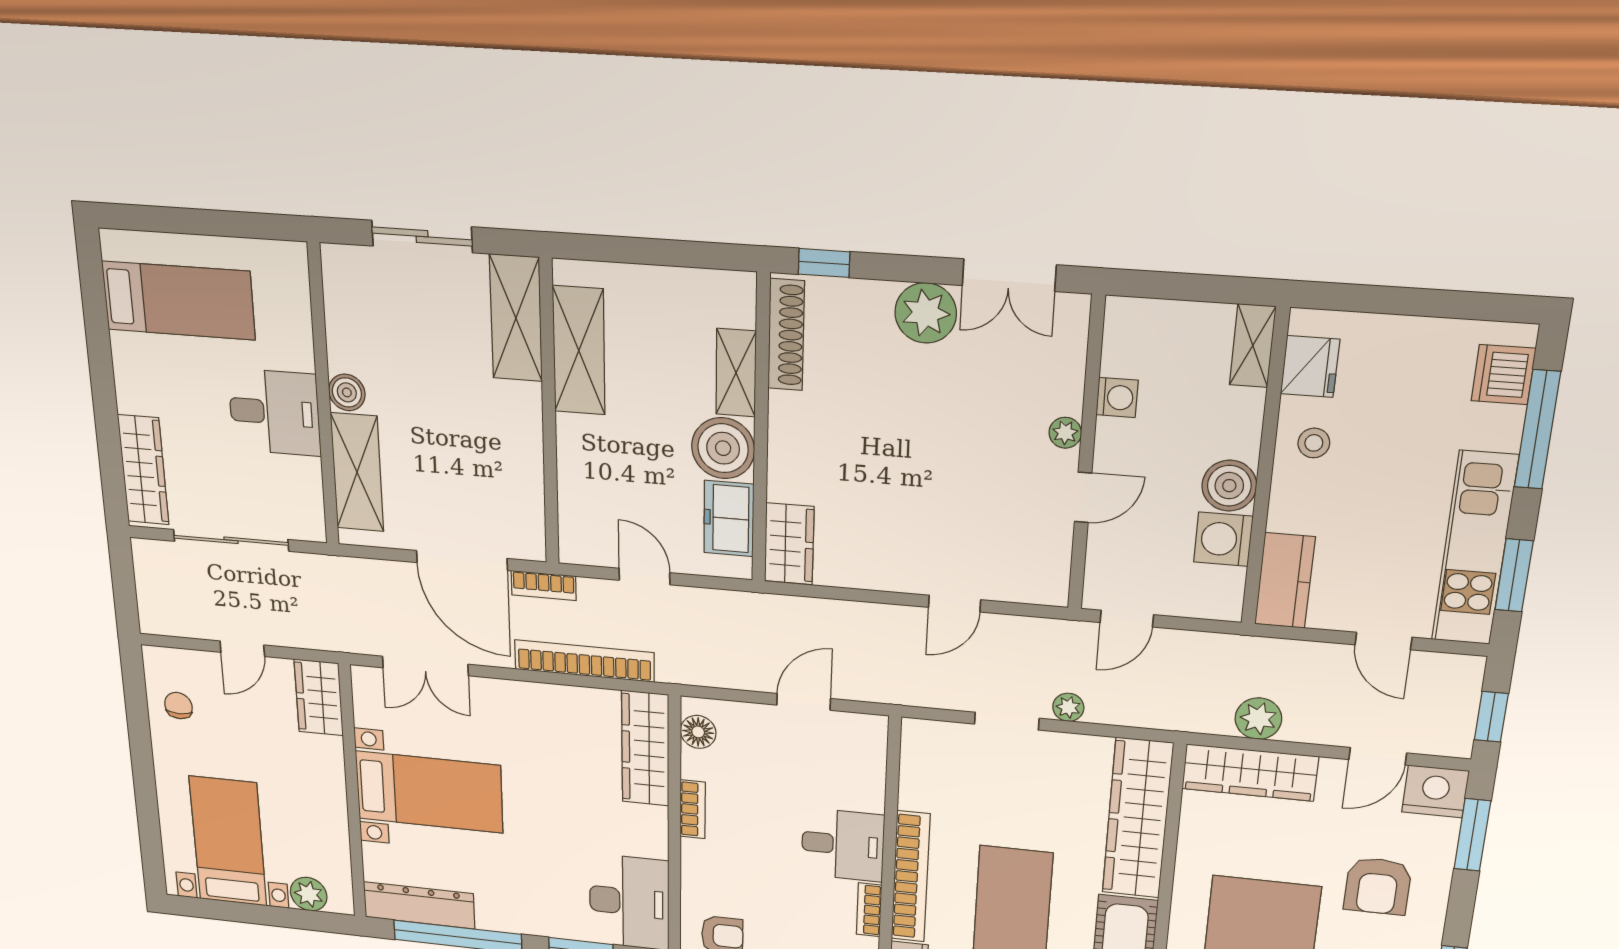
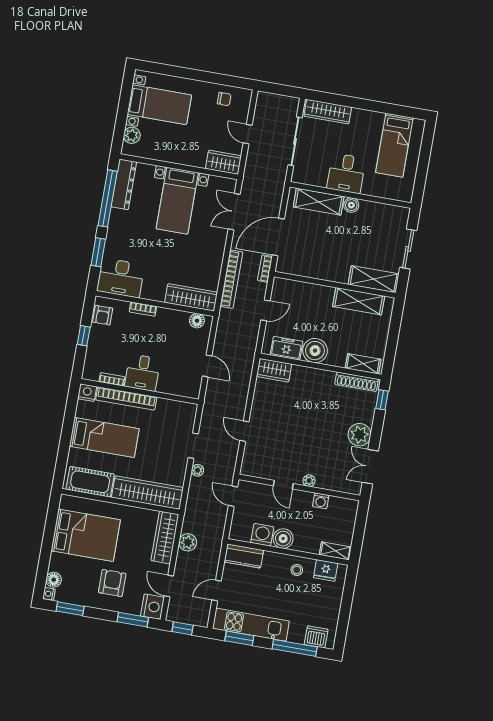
shelving: (736, 373) -> (363, 364), moved
bookcase: (693, 809) -> (143, 309), moved
armchair: (1378, 886) -> (112, 583), turned 90

